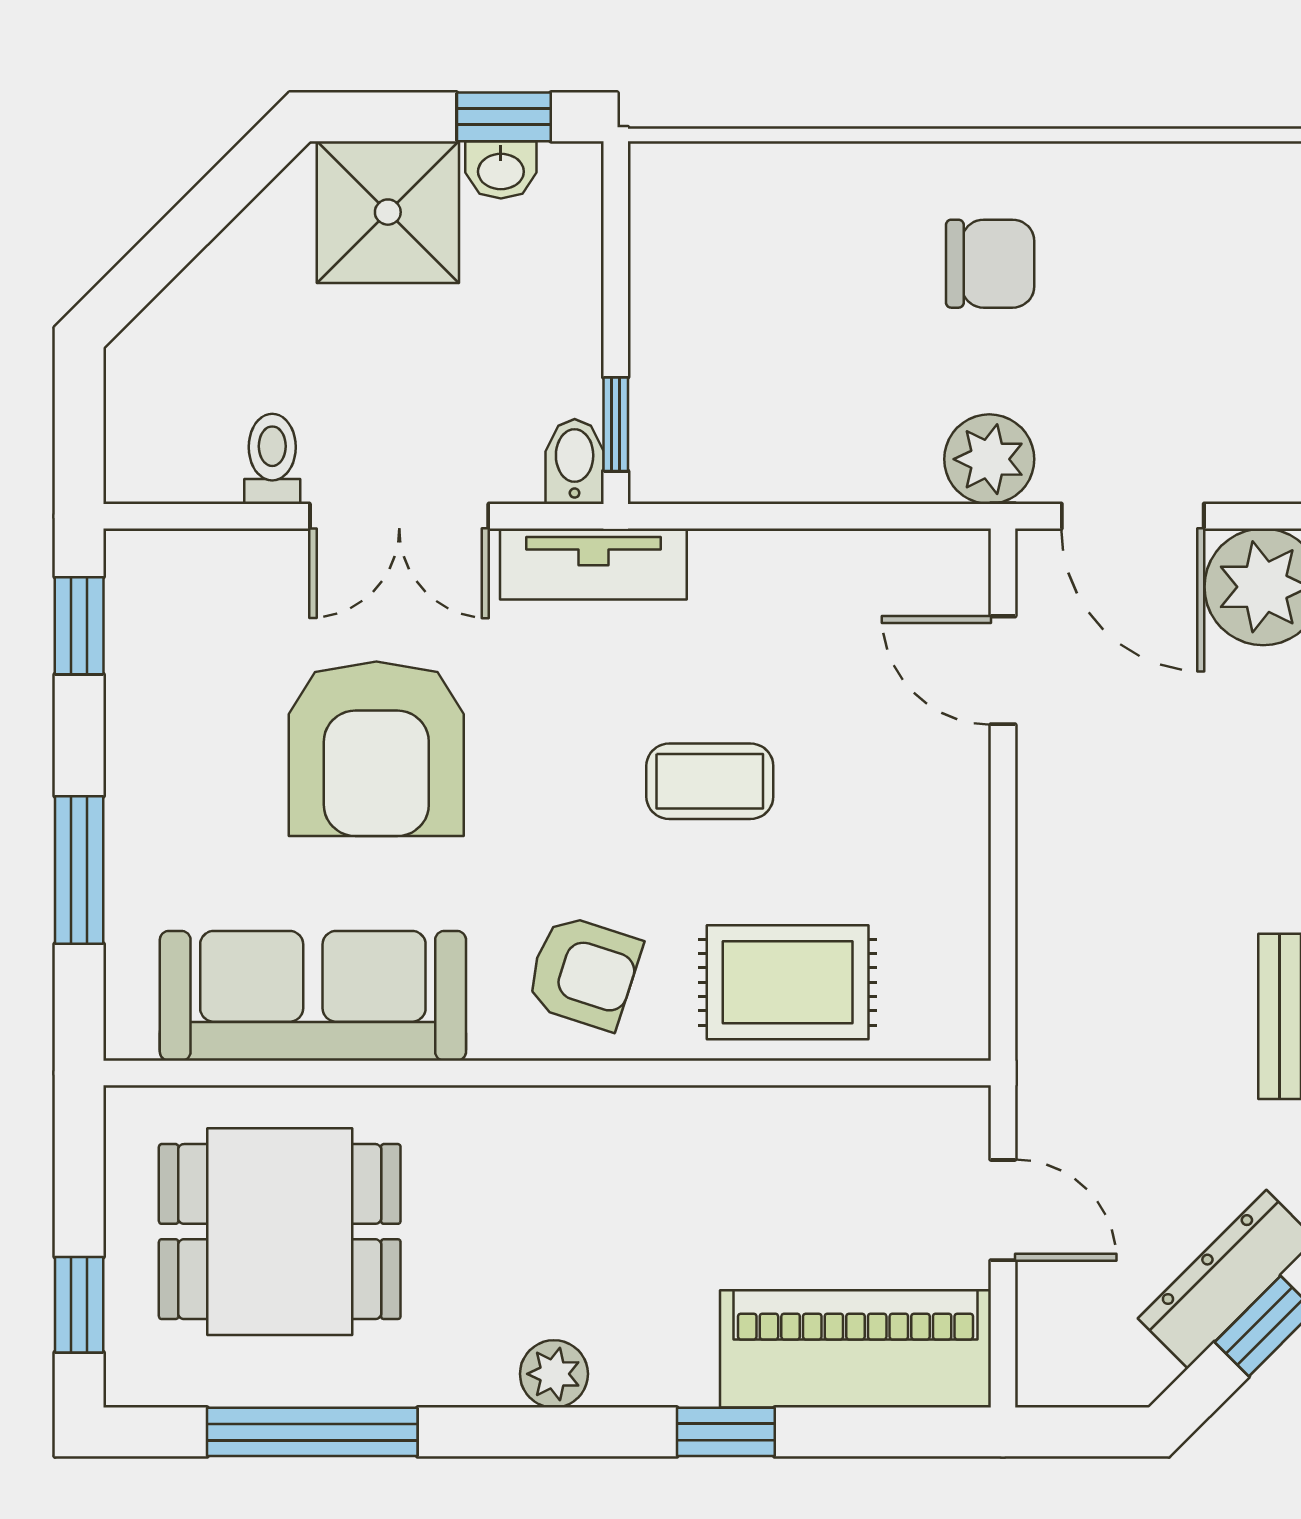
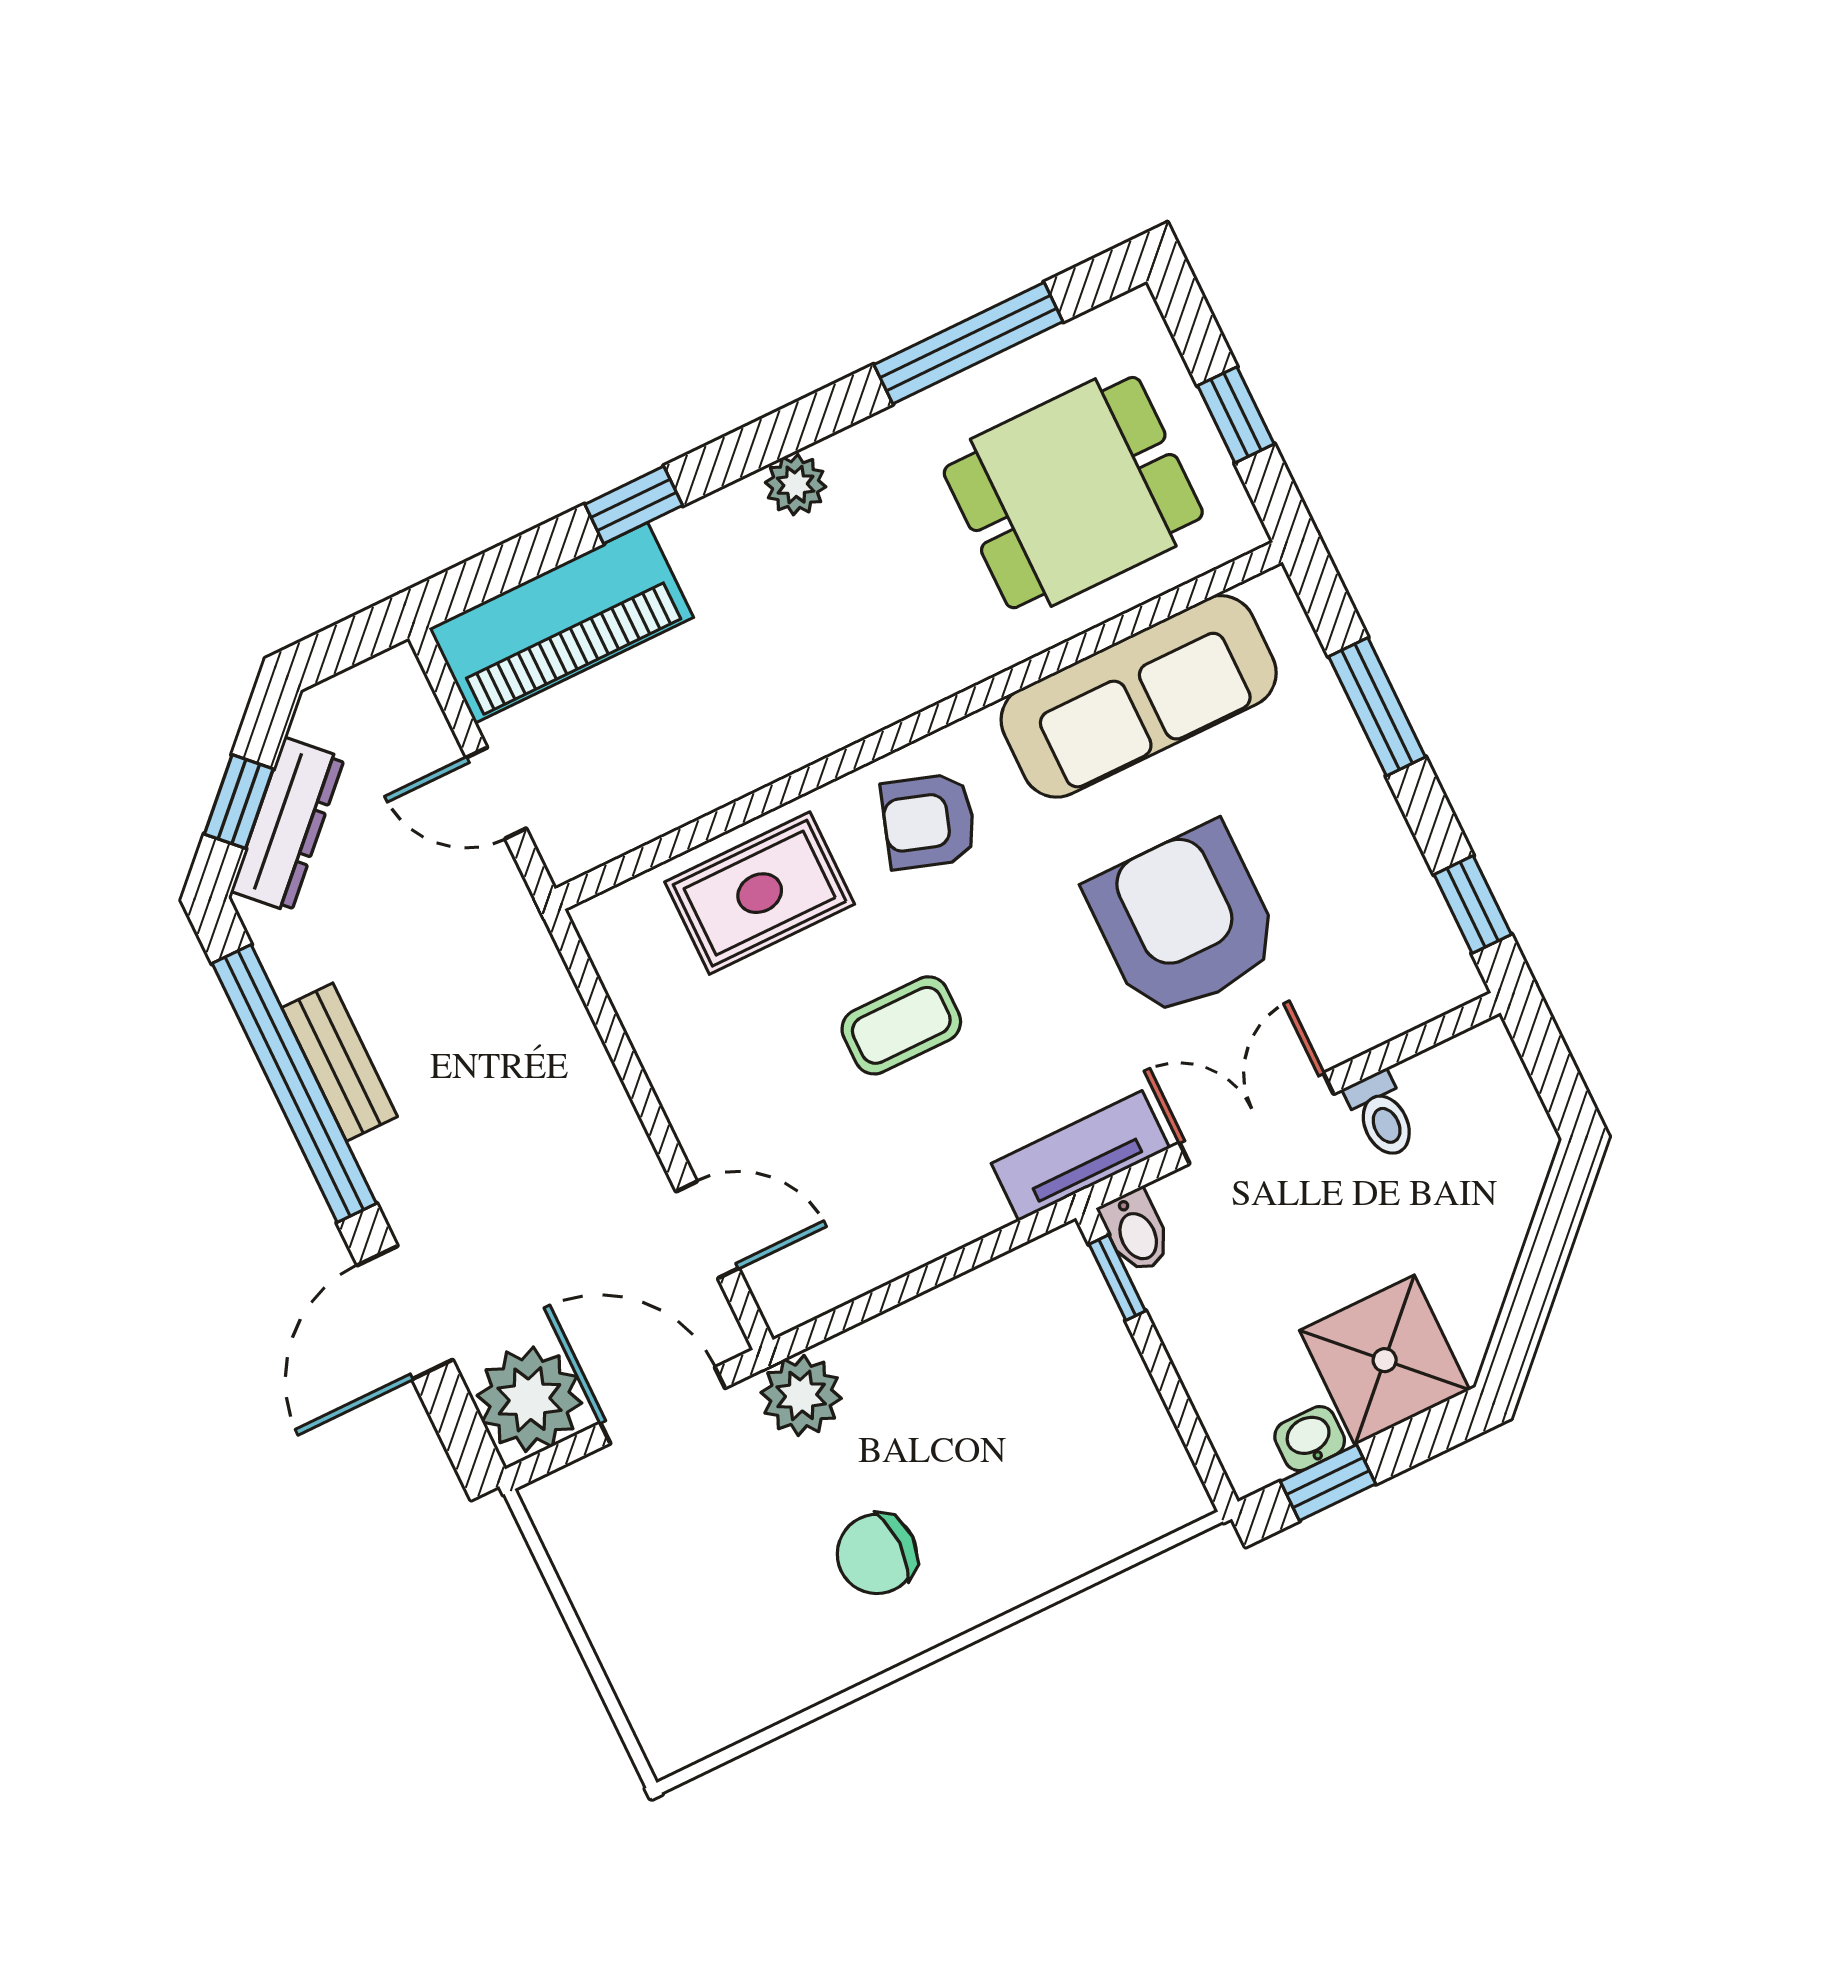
window: (79, 1305) -> (1236, 415), moved

